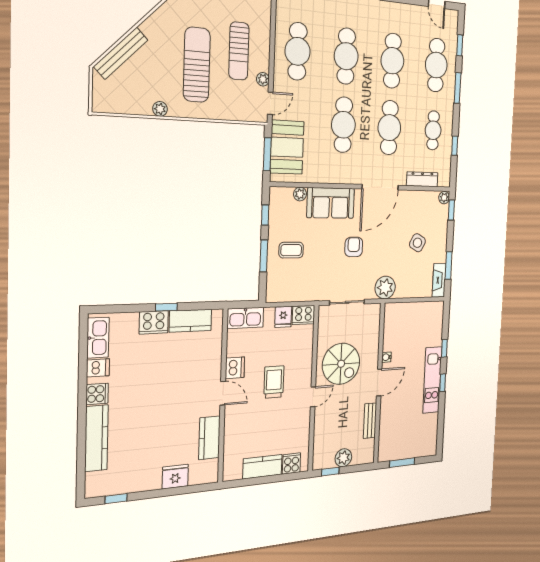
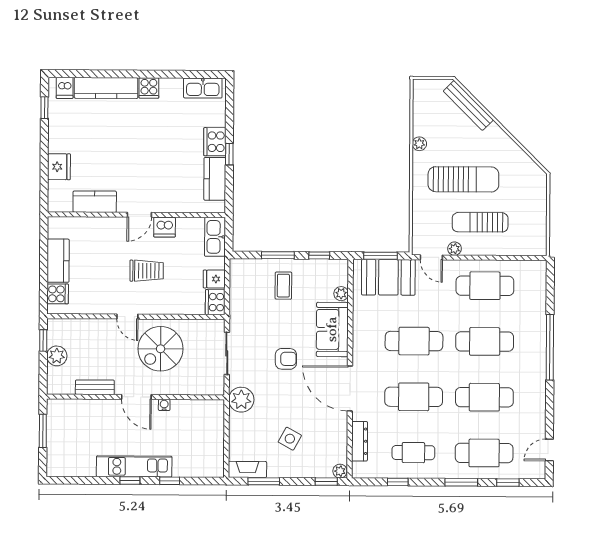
dishwasher: (98, 368) -> (65, 88), moved

